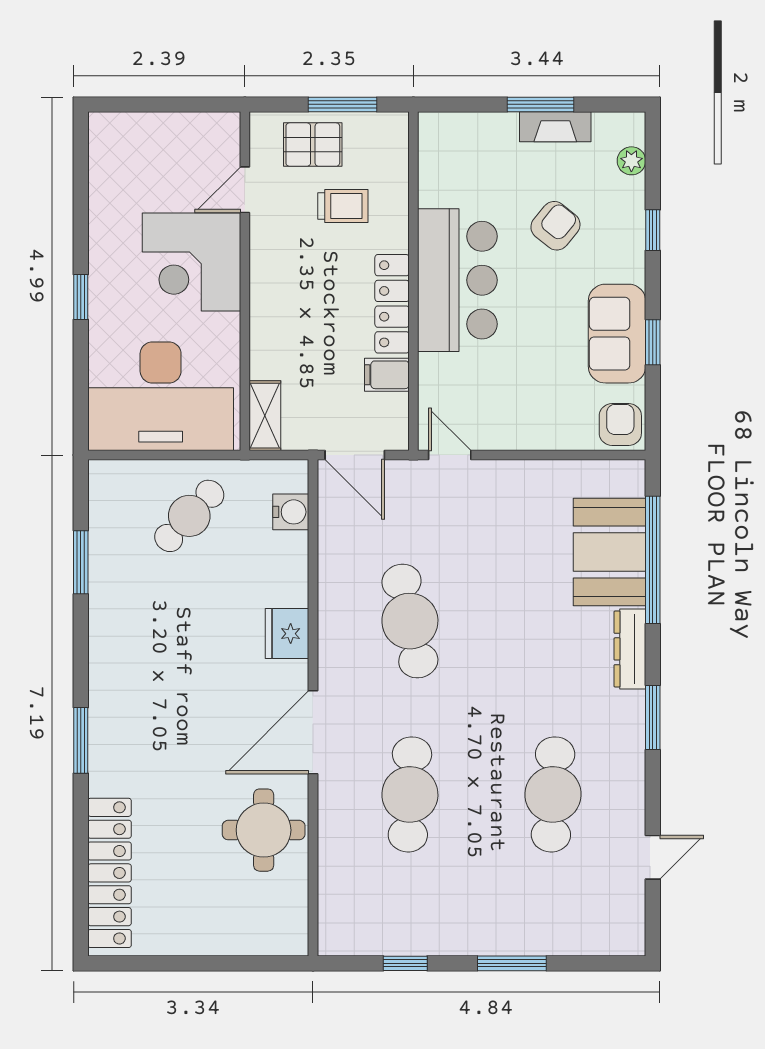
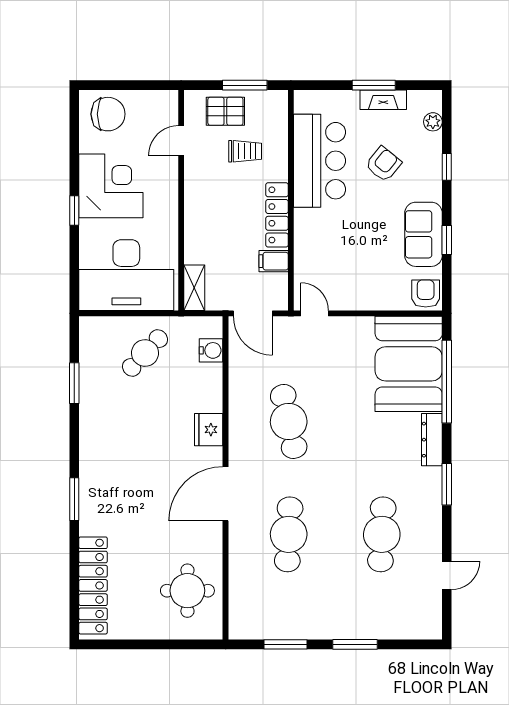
chair: (132, 149) -> (108, 114), added
corner desk: (191, 262) -> (111, 186), moved, turned 180
bar counter: (457, 280) -> (320, 161), moved
booth: (610, 552) -> (409, 364), width x1.36, depth x1.42
round table: (264, 830) -> (187, 591), moved
window: (405, 963) -> (286, 644), width x1.50

